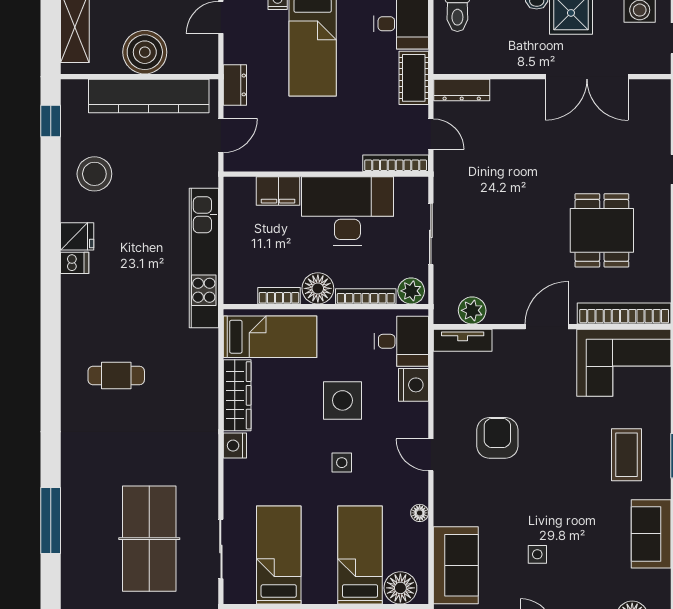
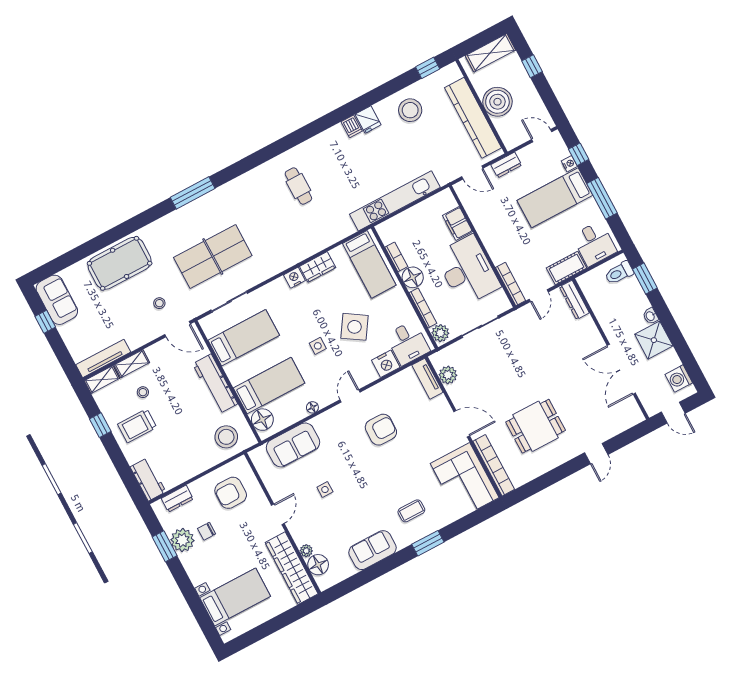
wardrobe: (237, 395) -> (318, 267), width x0.67
side table: (342, 400) -> (355, 327), turned 33
coffee table: (627, 455) -> (411, 511), width x0.73, depth x0.77

